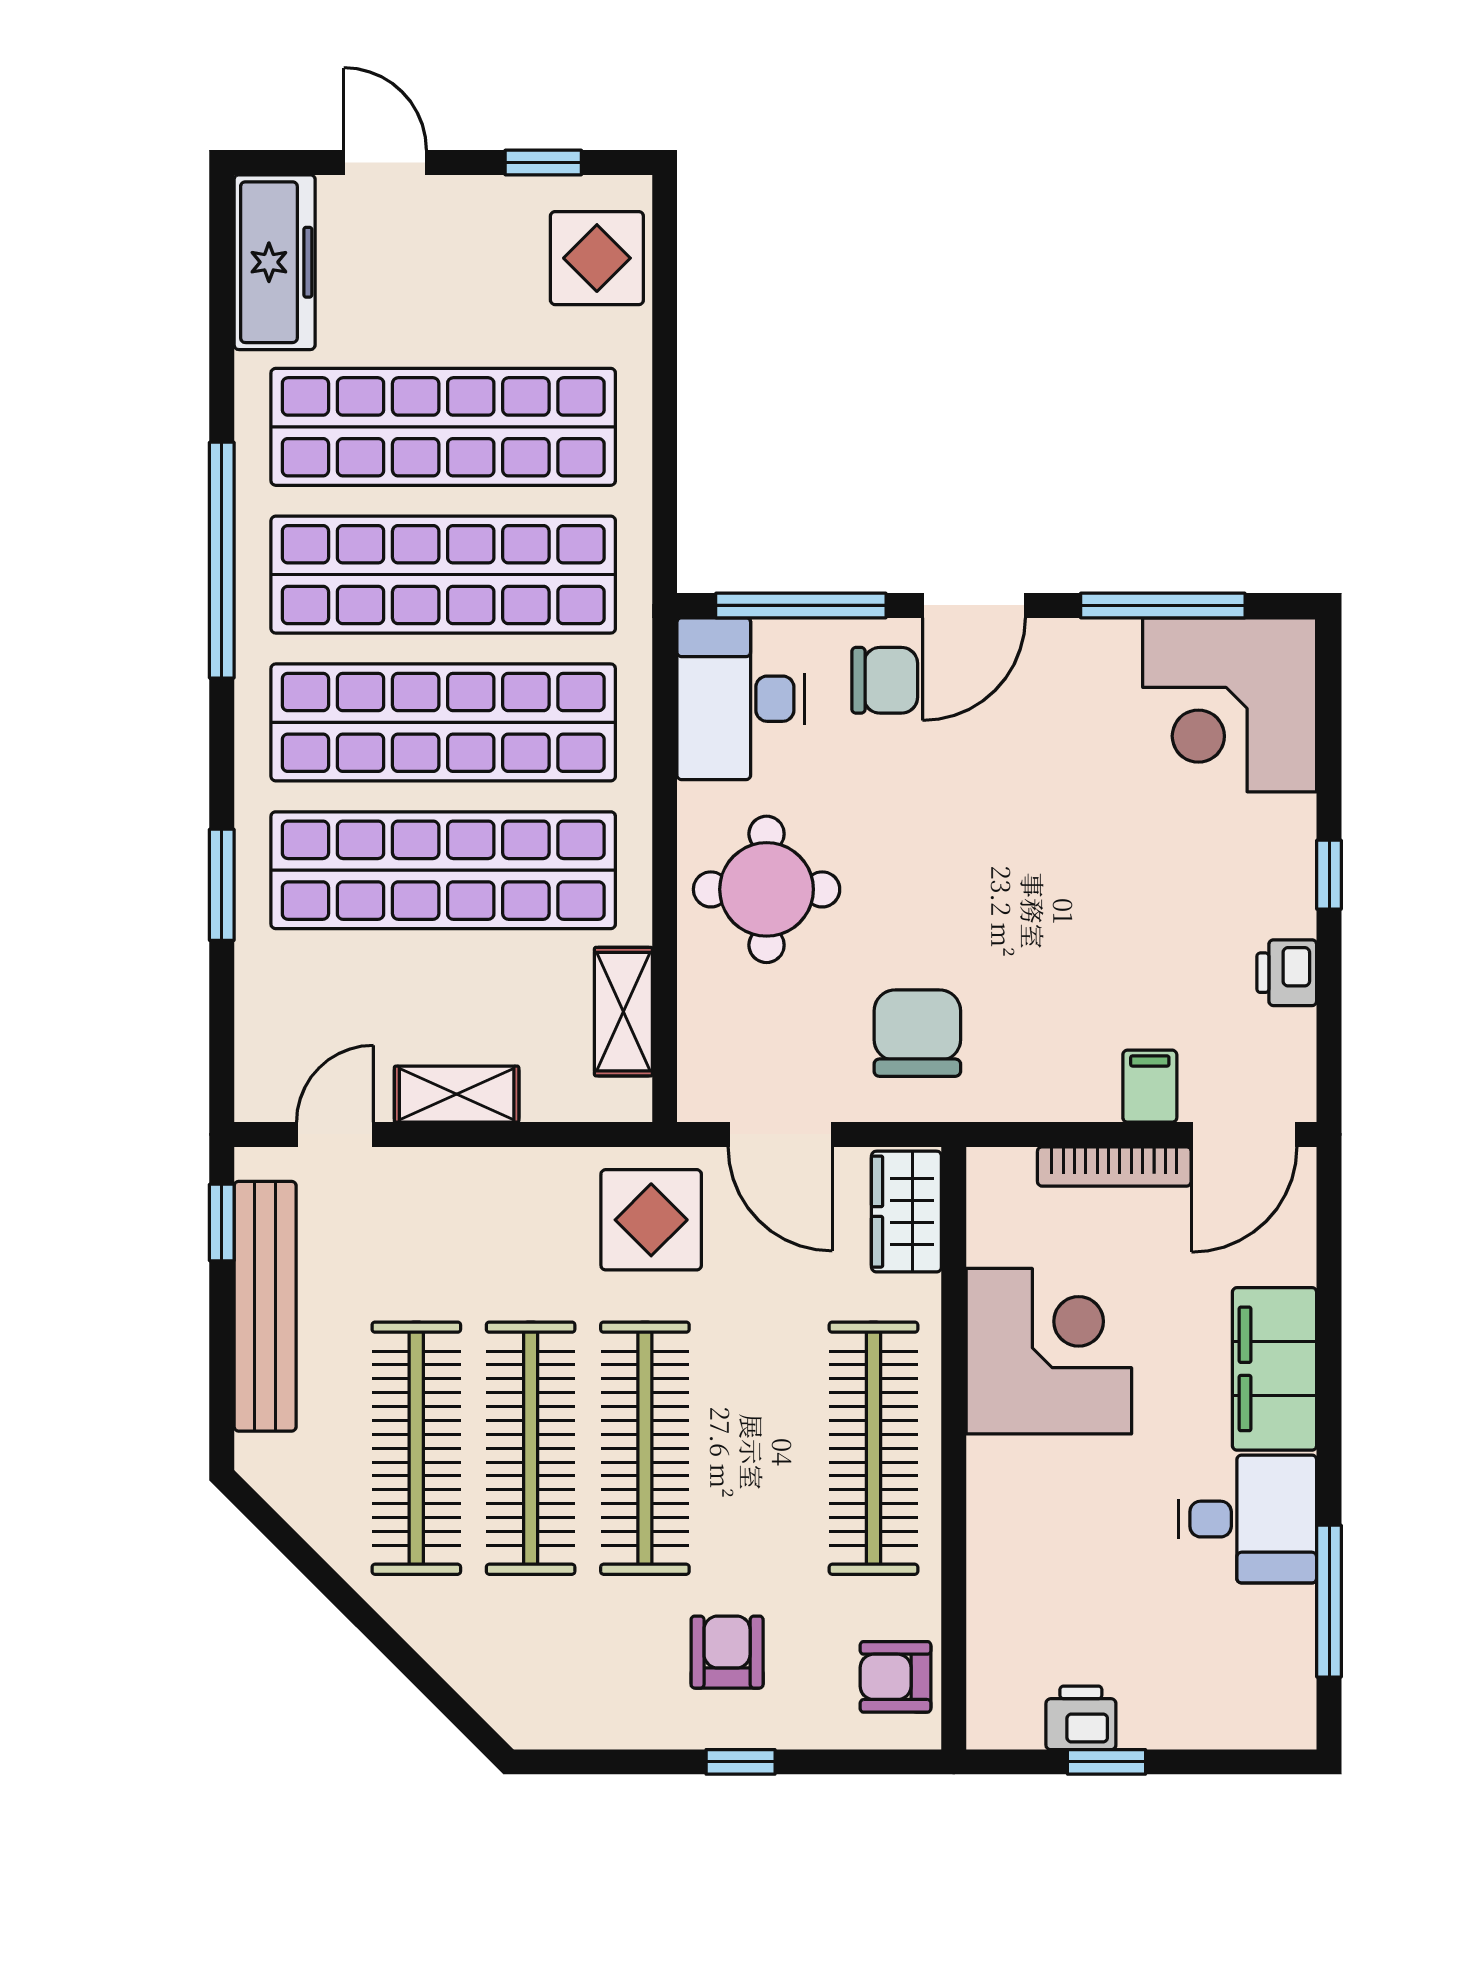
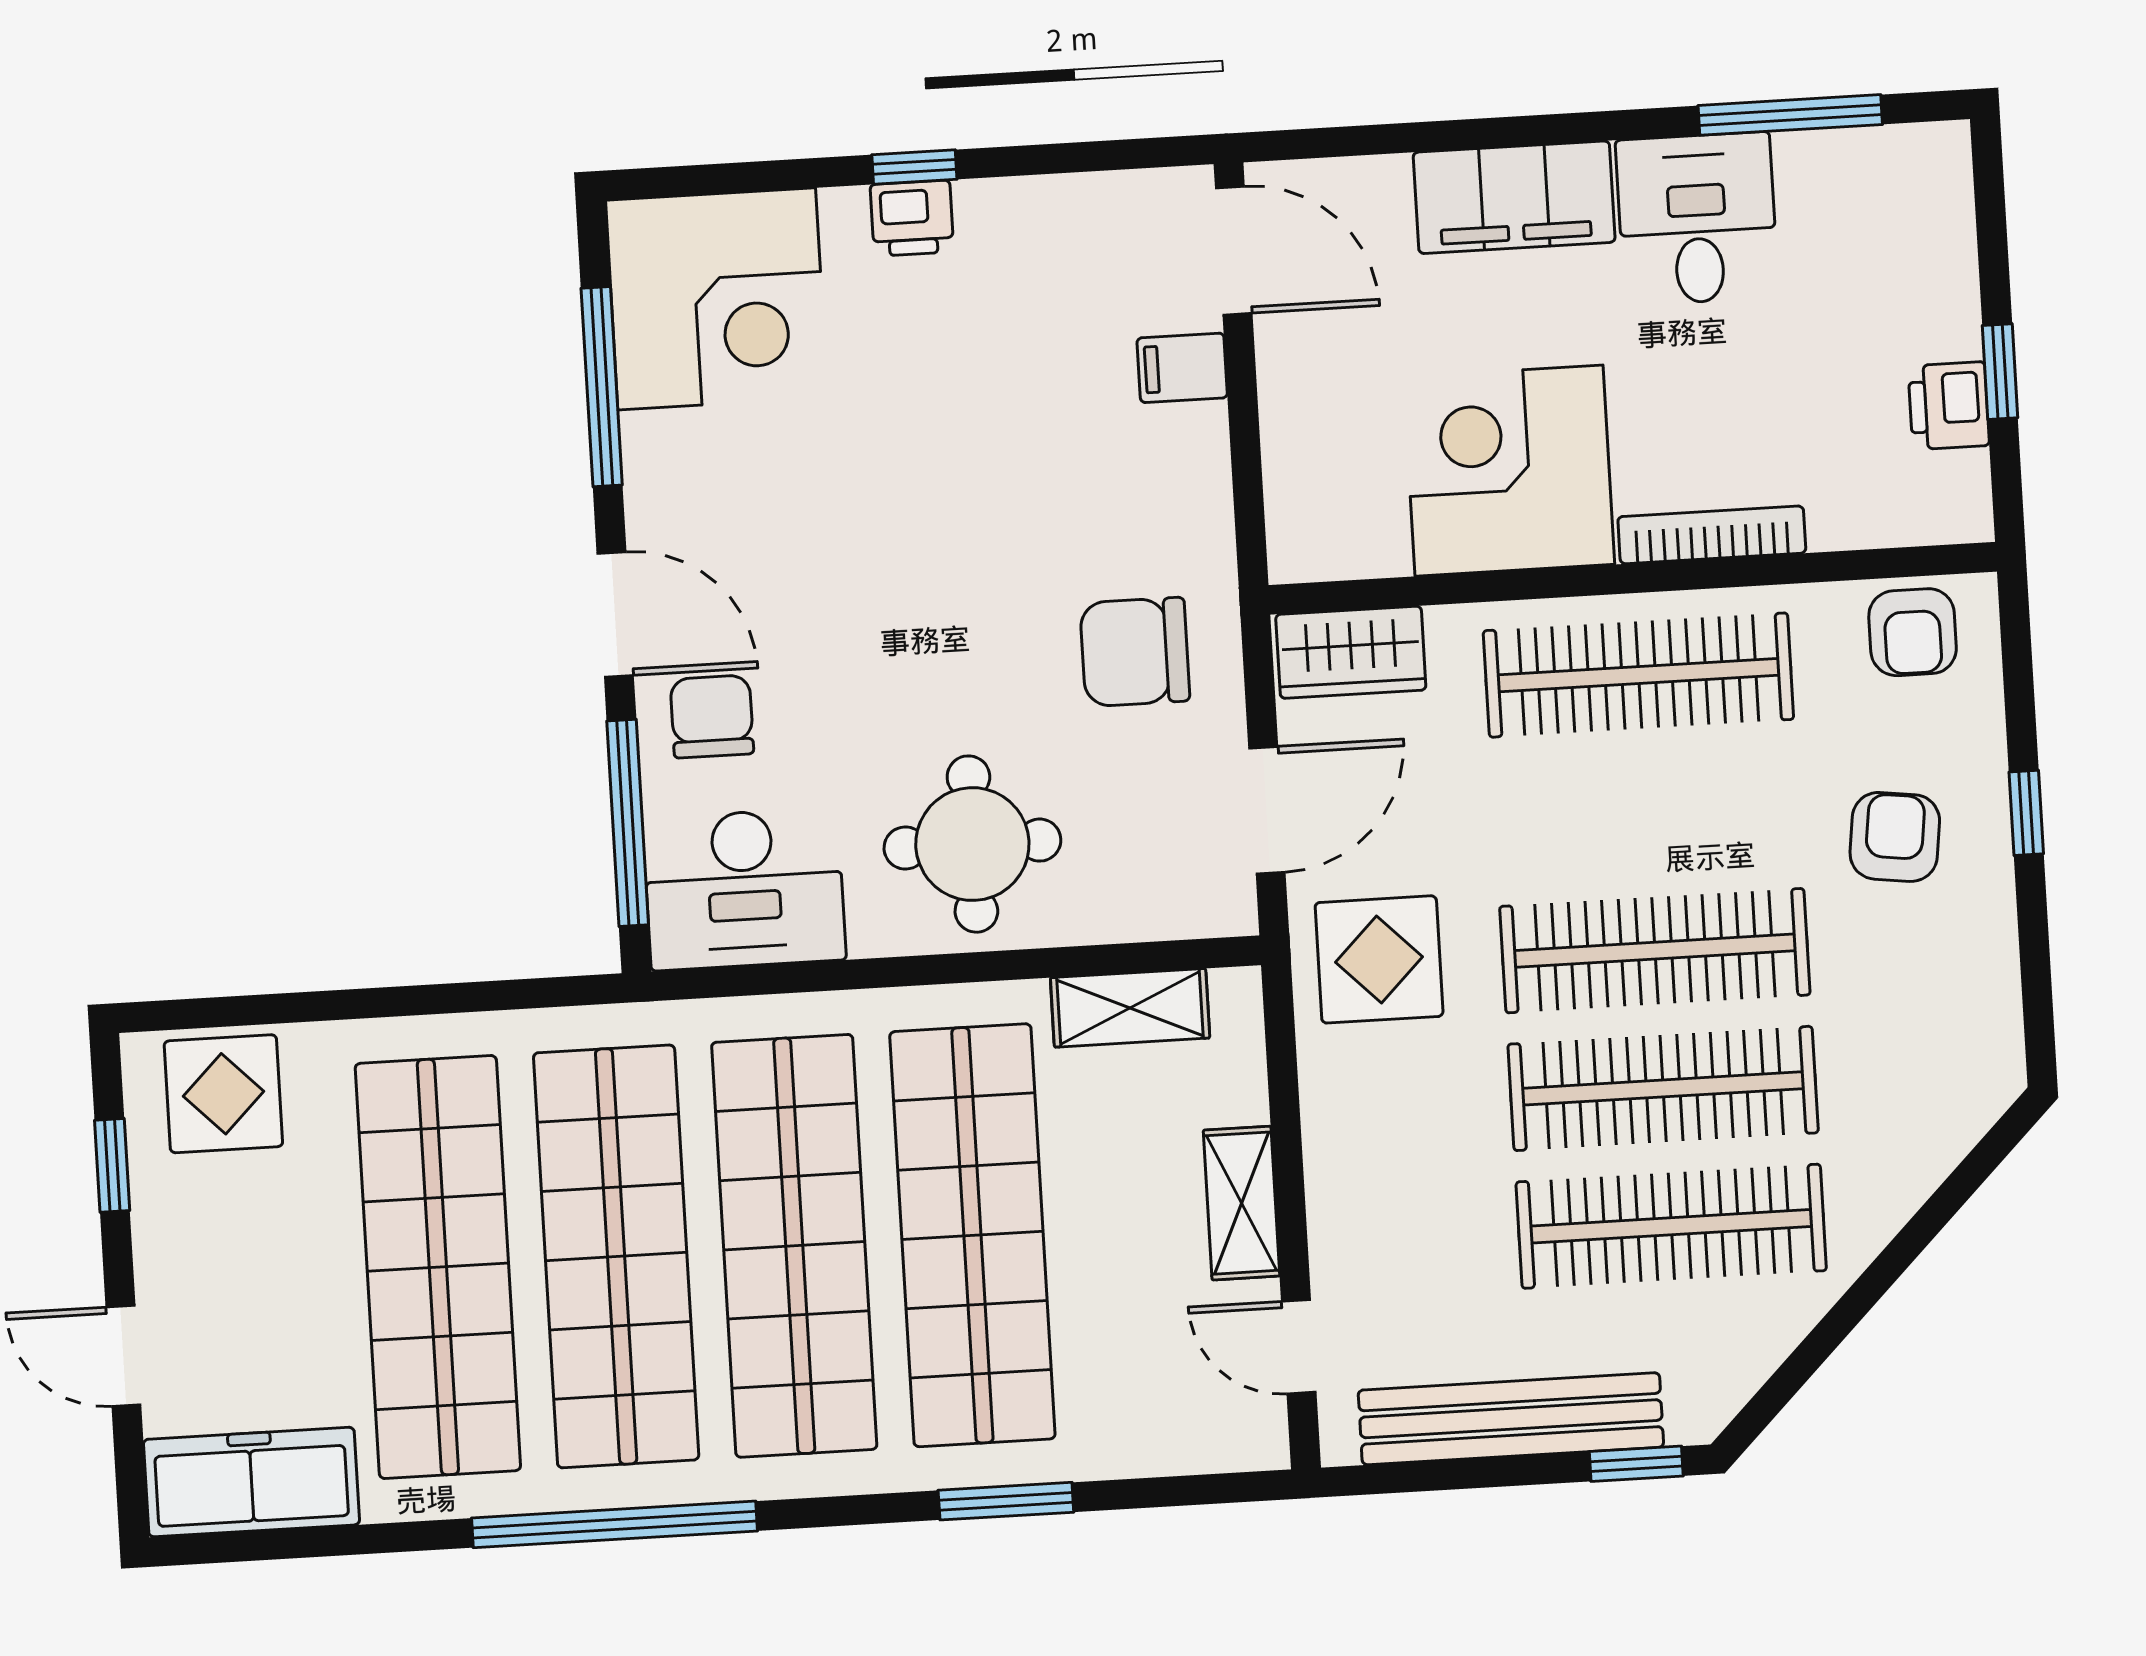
door: (385, 163) -> (123, 1356), hinge flipped
printer: (1287, 973) -> (912, 218), moved
bookcase: (1114, 1166) -> (1712, 535), moved, turned -90
window: (222, 1222) -> (1636, 1464), moved
armchair: (727, 1652) -> (1895, 837), turned 97

